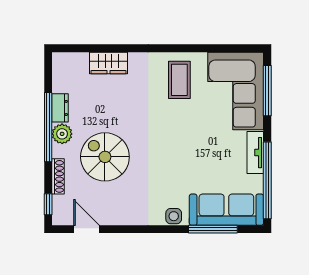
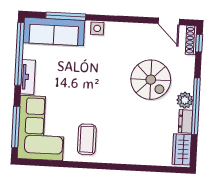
wardrobe: (109, 63) -> (182, 149), moved, turned -90
shoe rack: (58, 176) -> (191, 40), moved

